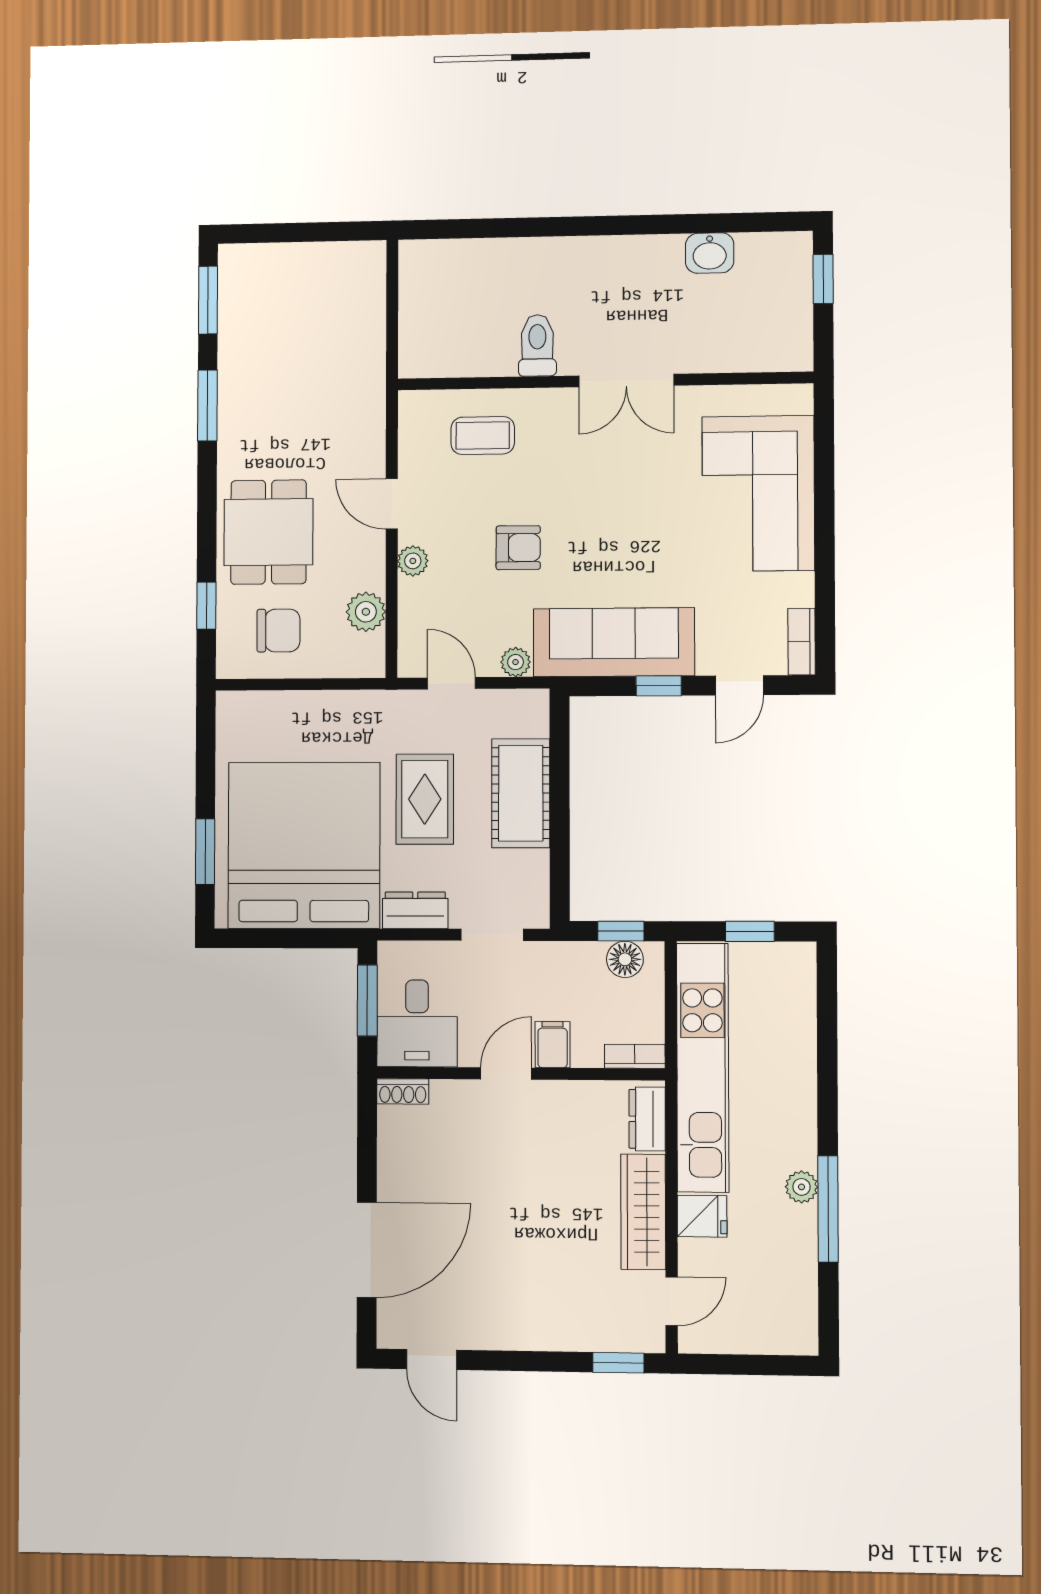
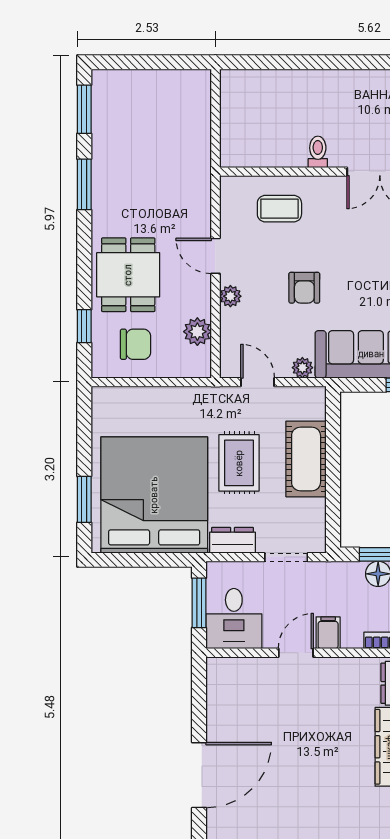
toilet: (537, 345) -> (318, 152), width x0.73, depth x0.72
armchair: (518, 548) -> (304, 288), turned 90
shoe rack: (403, 1091) -> (224, 666), removed

